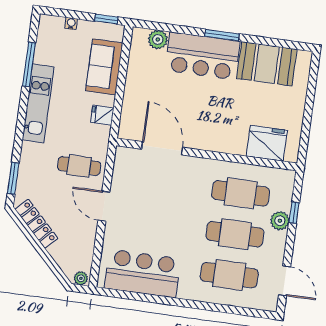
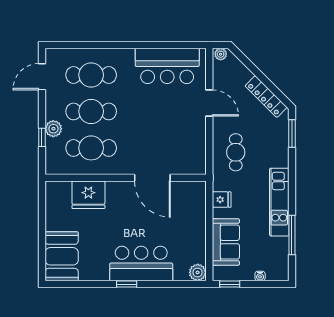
window: (222, 35) -> (127, 284), width x0.67
plant: (158, 39) -> (198, 272), moved
booth: (267, 64) -> (62, 256), moved, turned 90
fridge: (267, 143) -> (88, 195), moved
door: (162, 148) -> (152, 178), moved
cafe table: (79, 166) -> (236, 152), turned 90
door: (104, 206) -> (209, 103), moved
door: (285, 281) -> (42, 77), hinge flipped

